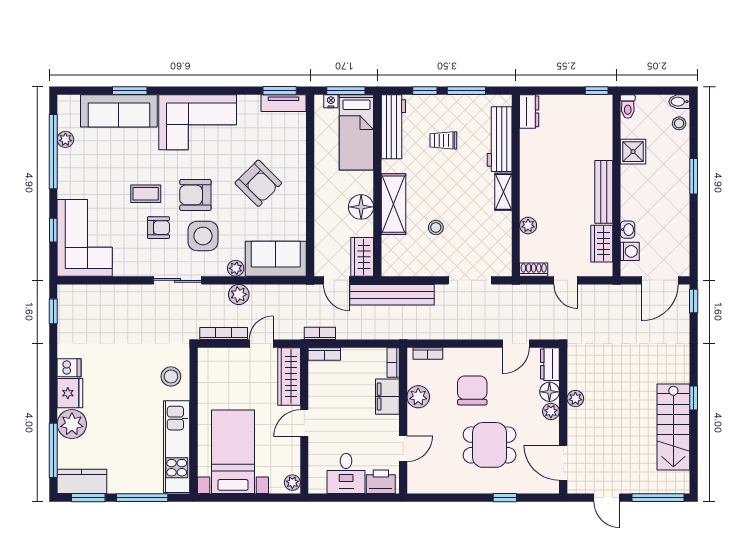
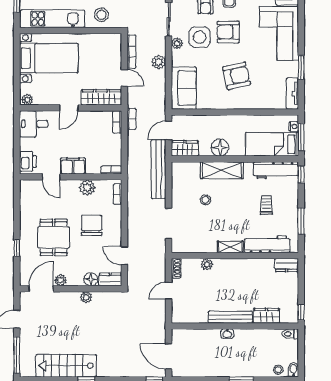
window: (280, 91) -> (301, 67), moved
window: (425, 91) -> (301, 174), moved
shower: (633, 152) -> (258, 338), removed
armchair: (258, 183) -> (236, 76), turned -148
armchair: (195, 195) -> (228, 32), turned -90
washbasin: (628, 230) -> (227, 334), moved
wardrobe: (602, 244) -> (267, 316), moved
washing machine: (630, 251) -> (189, 335), removed
plant: (236, 268) -> (177, 43), moved
chair: (472, 390) -> (92, 225), turned -90
filing cabinet: (387, 397) -> (73, 166), moved
plant: (551, 411) -> (61, 280), moved
door: (304, 423) -> (69, 108), swing flipped
desk: (346, 473) -> (34, 124), moved

